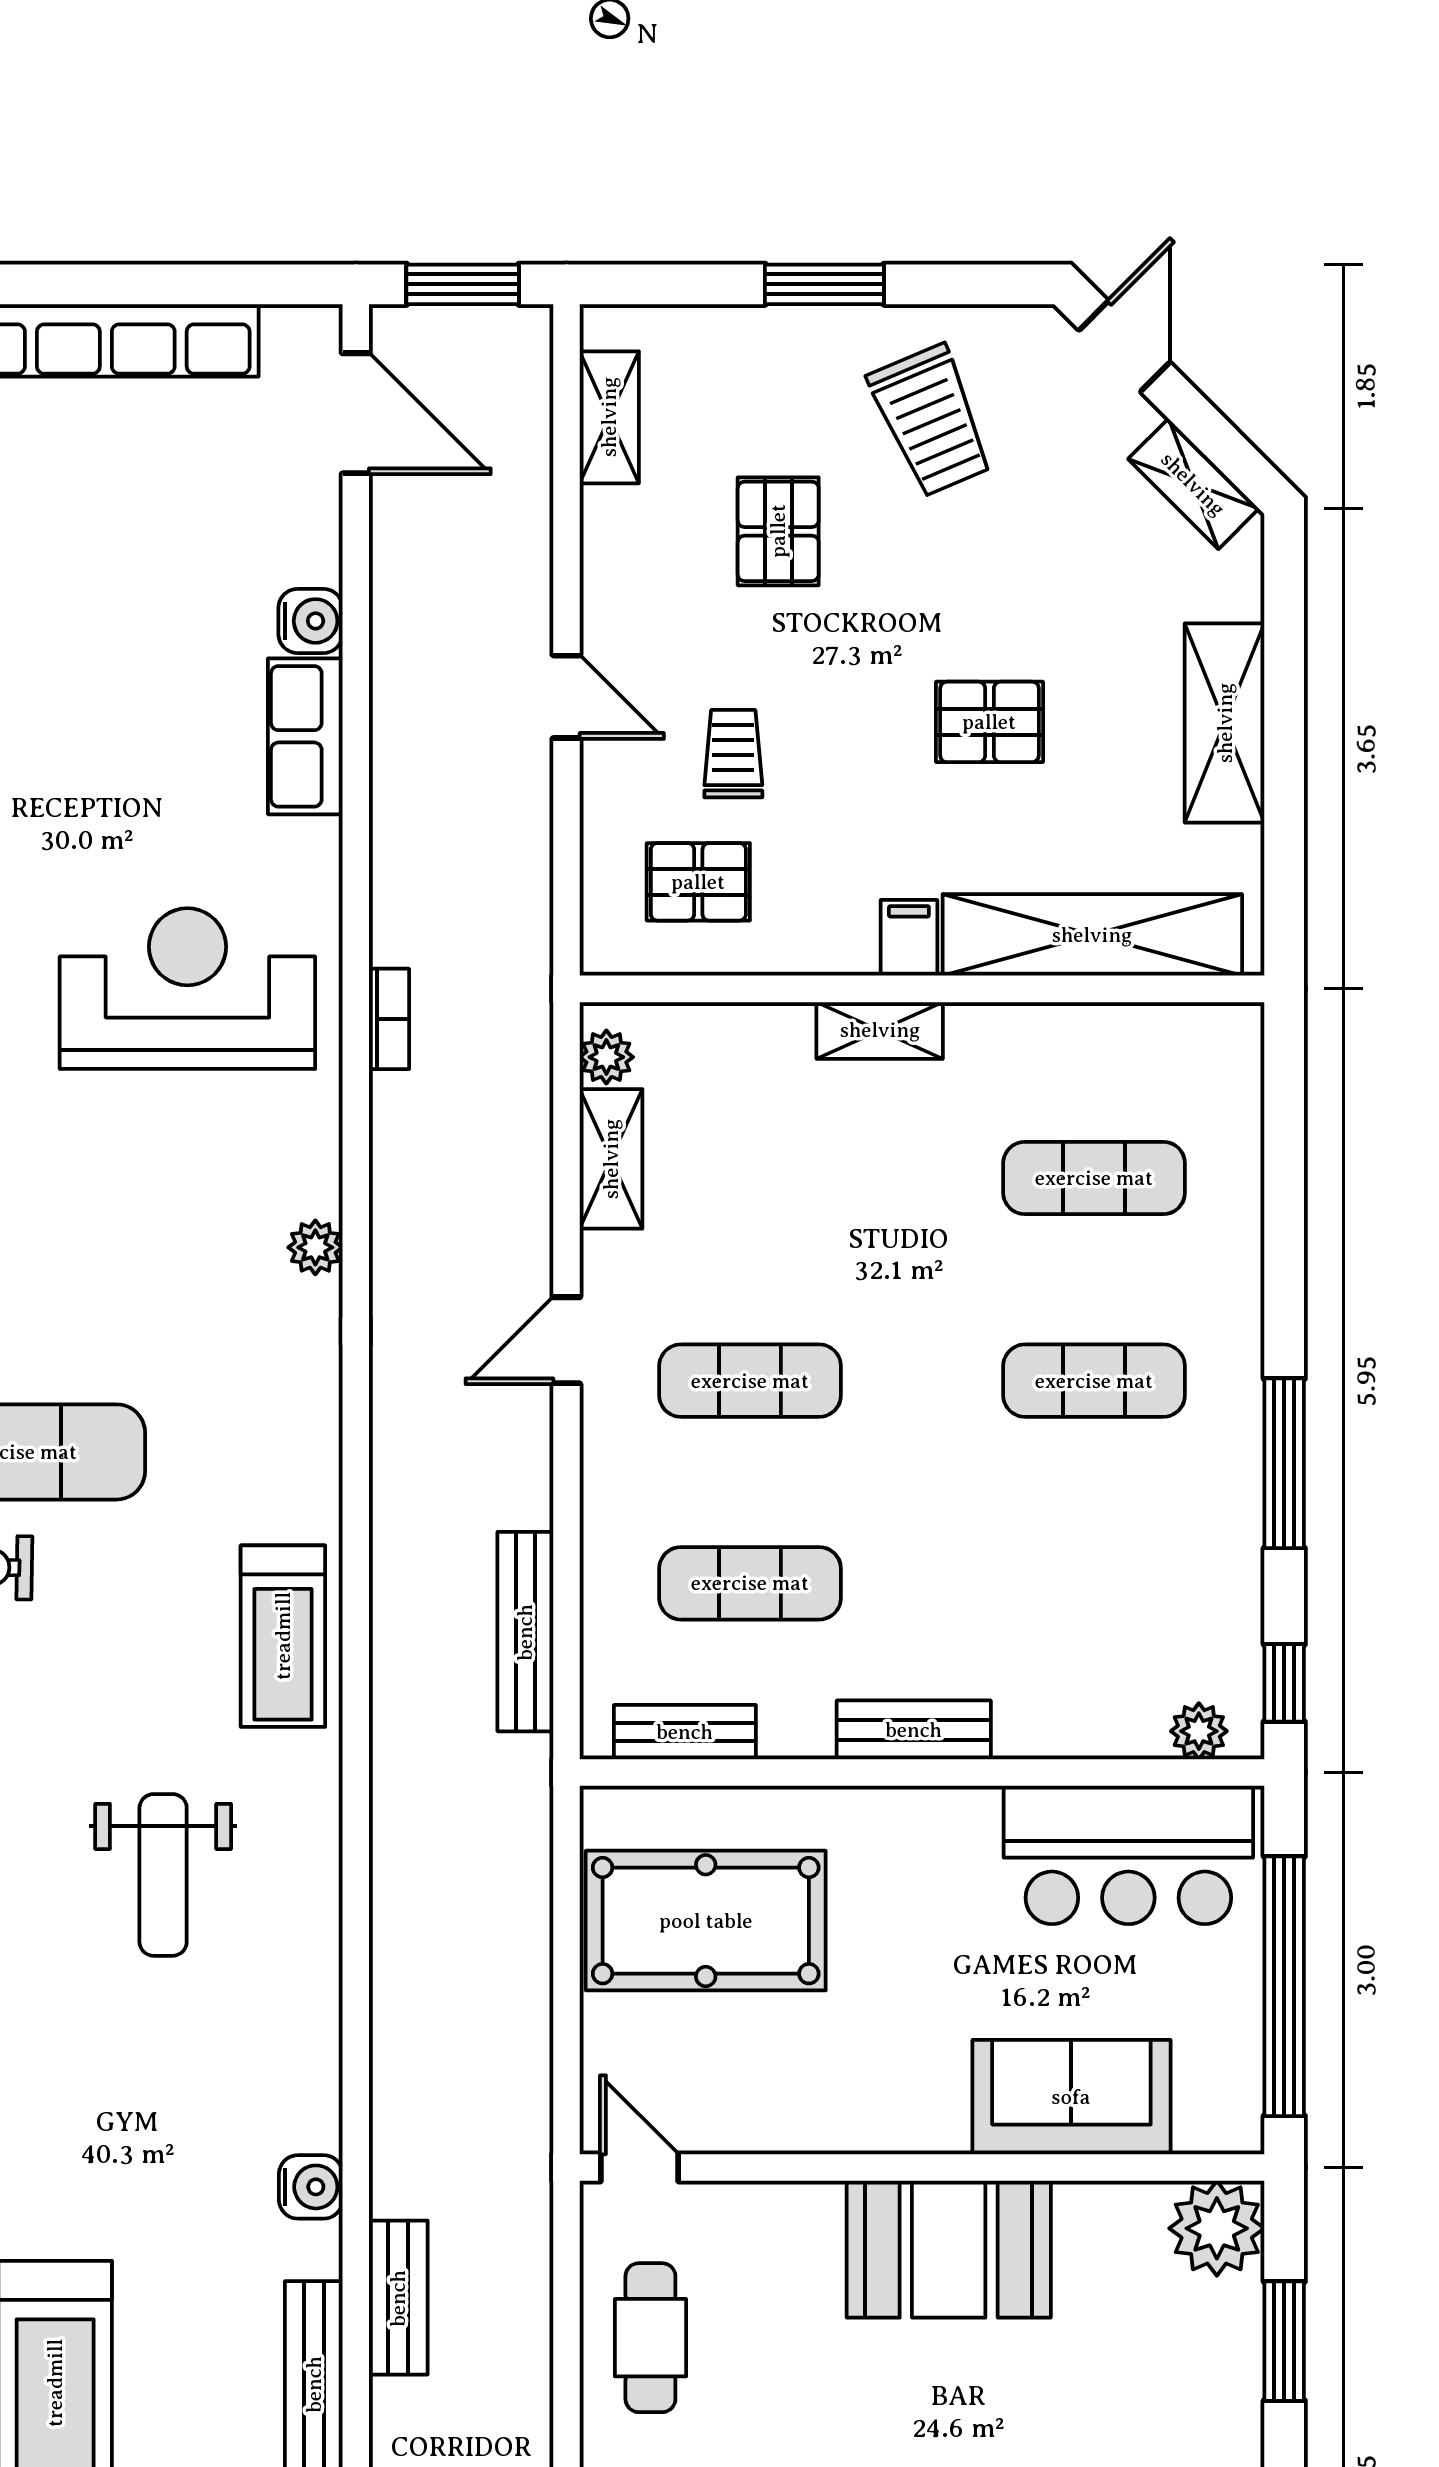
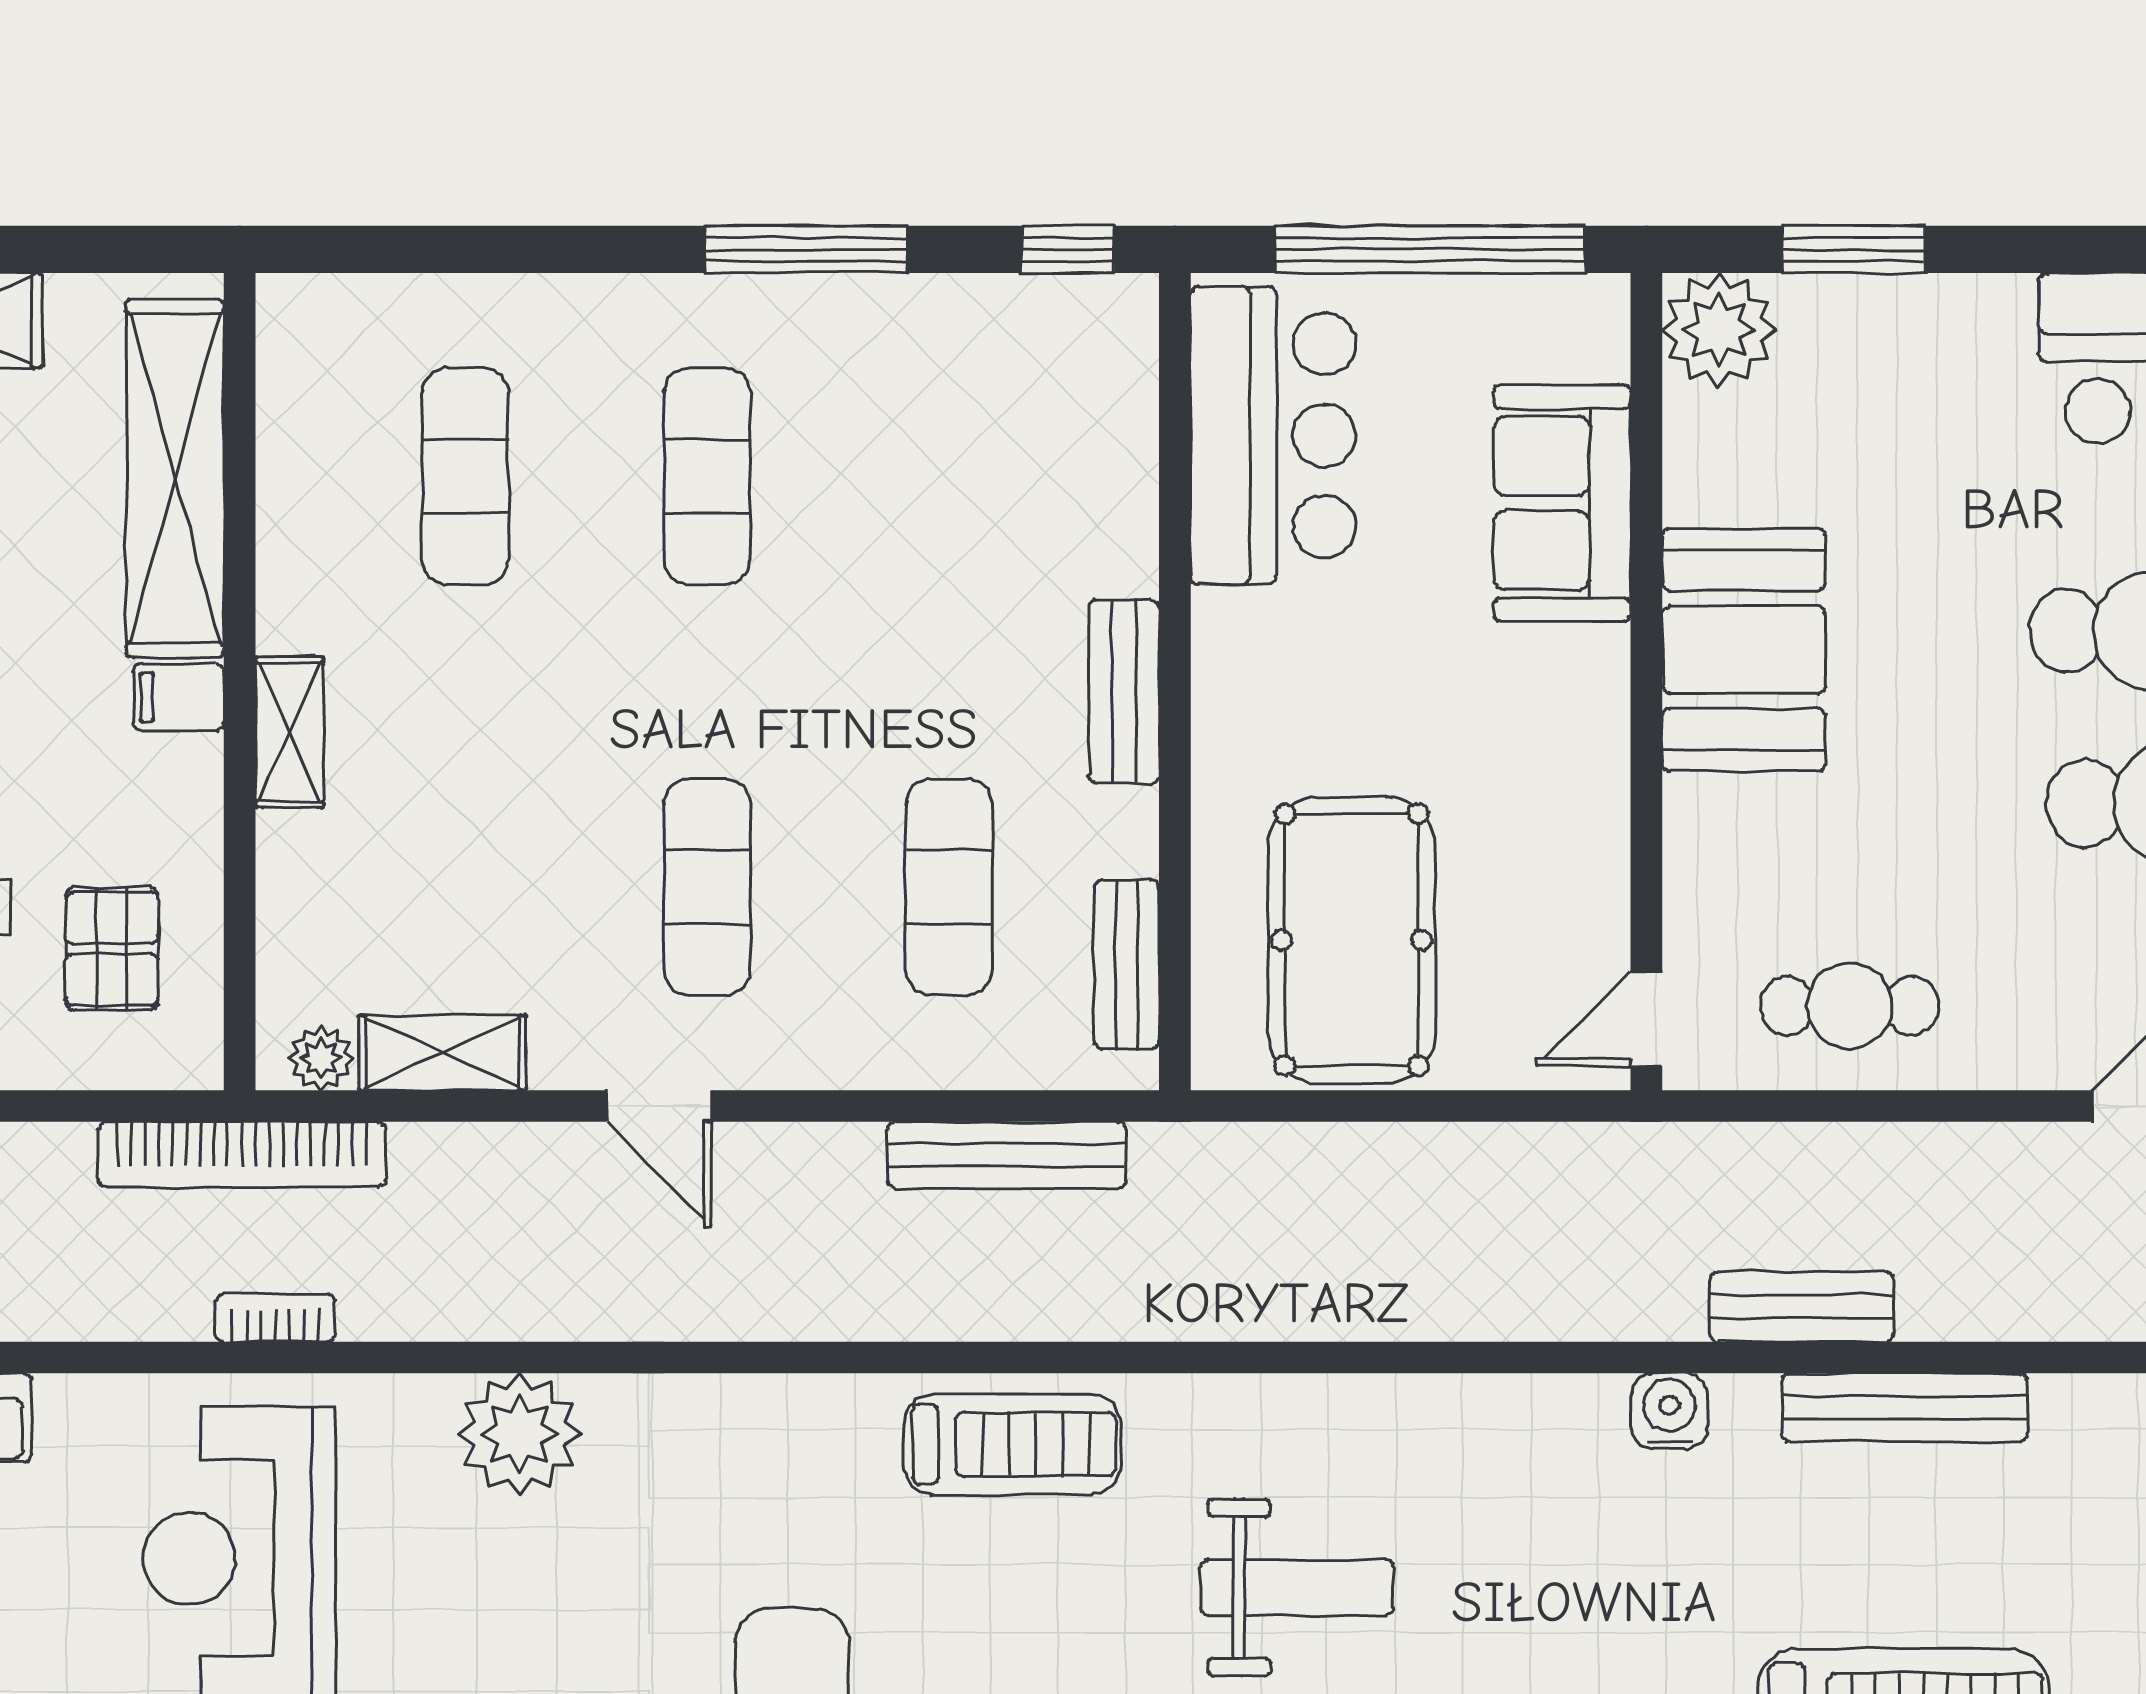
bookcase: (526, 991) -> (242, 1154), added
plant: (315, 1247) -> (520, 1434), width x1.87, depth x1.87
plant: (1199, 1731) -> (1126, 351), removed

